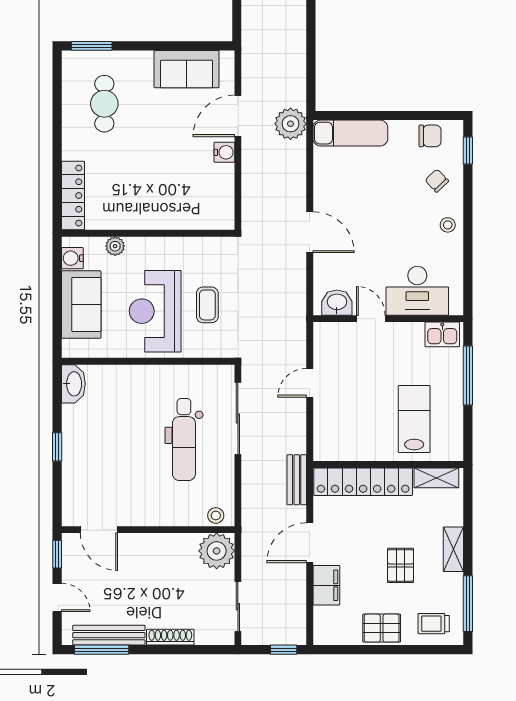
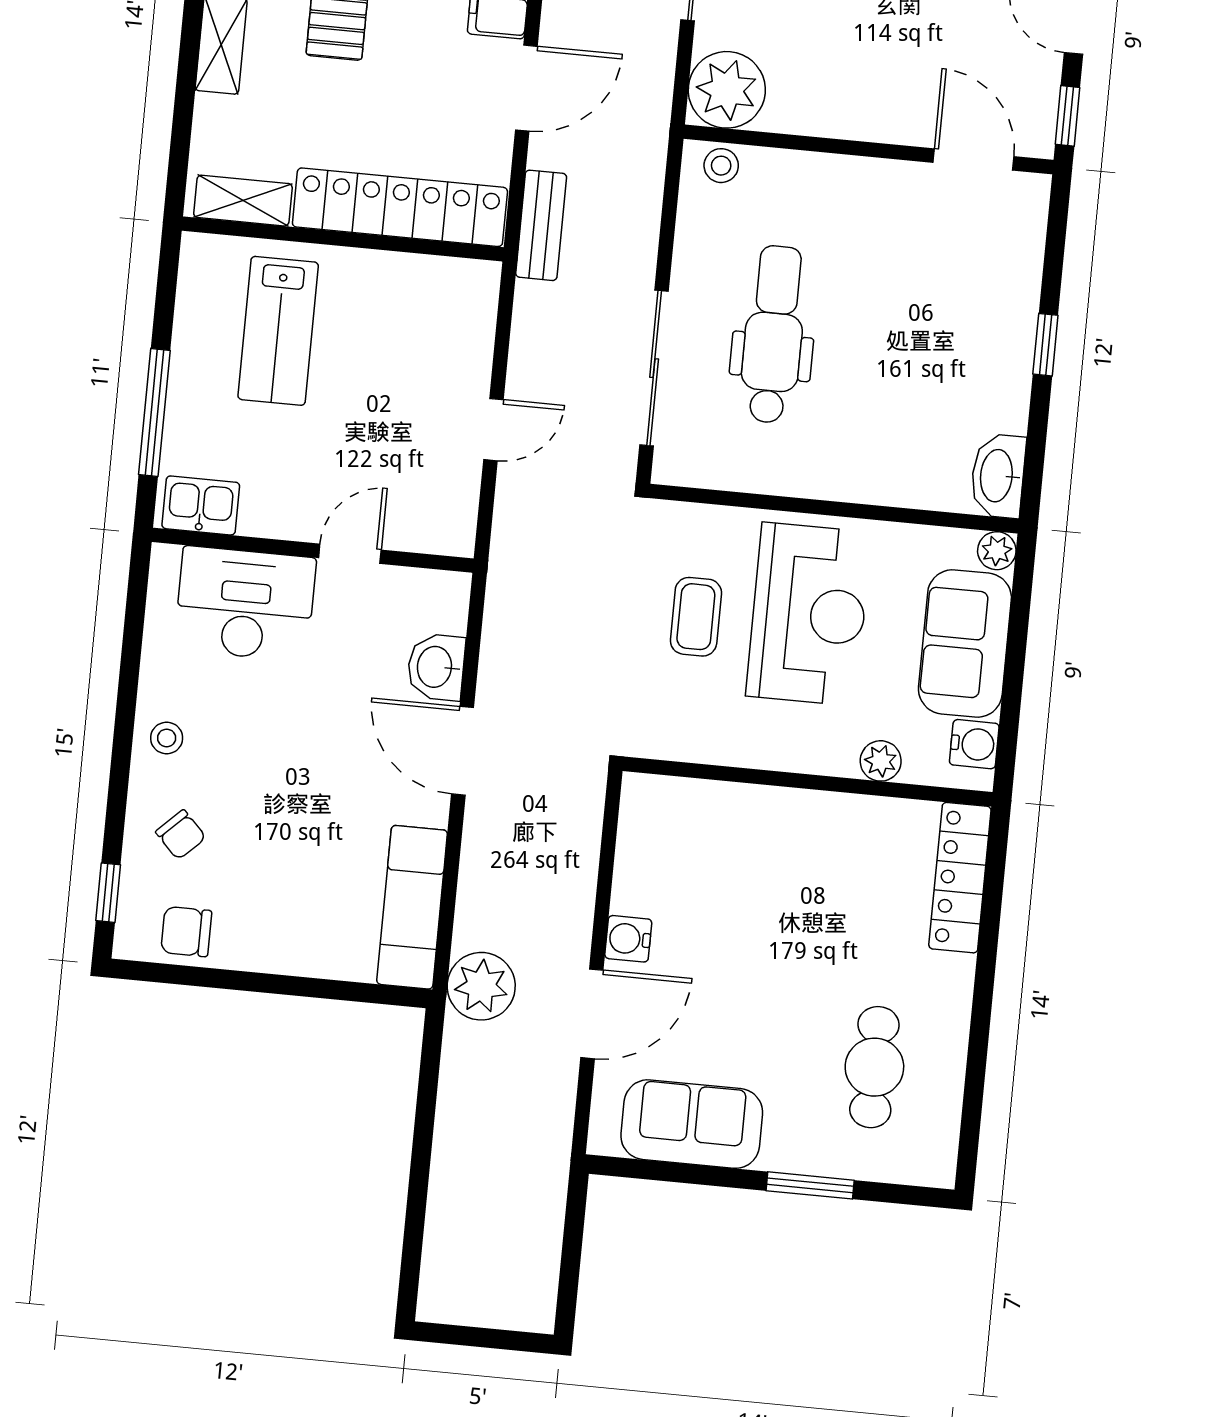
window: (92, 46) -> (810, 1185), moved
exam couch: (350, 133) -> (412, 907), moved, turned -90
washbasin: (337, 303) -> (436, 667), moved, turned 90
door: (371, 319) -> (350, 554), swing flipped
plant: (71, 349) -> (997, 551), added

